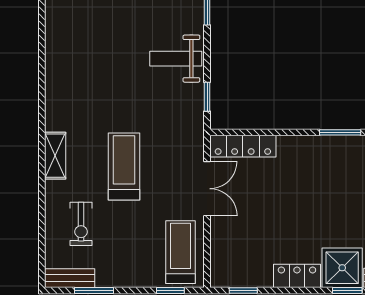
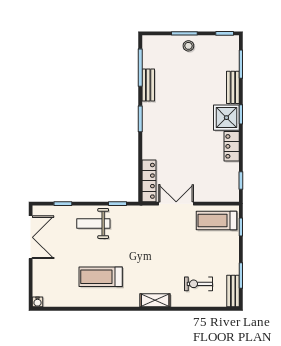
weight bench: (176, 59) -> (93, 223), turned 90
treadmill: (124, 167) -> (101, 277), moved
exercise bike: (81, 224) -> (199, 284), turned 180

